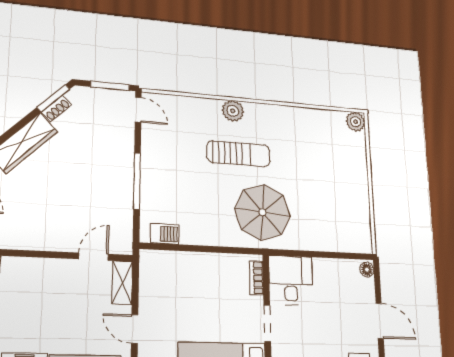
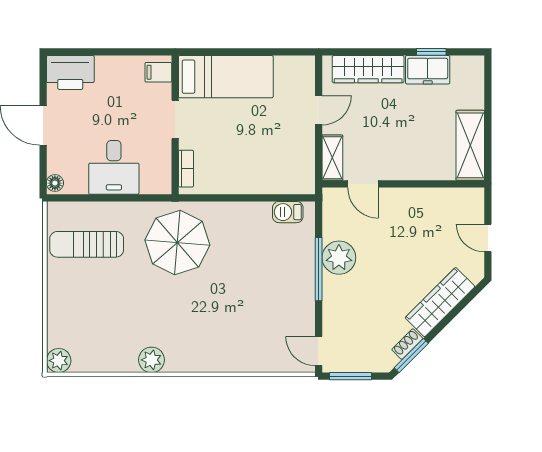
plant: (233, 111) -> (151, 360), moved
sun lounger: (239, 154) -> (87, 244), moved
plant: (118, 190) -> (339, 258), added
door: (94, 257) -> (363, 184), hinge flipped
desk: (291, 280) -> (114, 167), moved
door: (135, 329) -> (319, 110), hinge flipped

